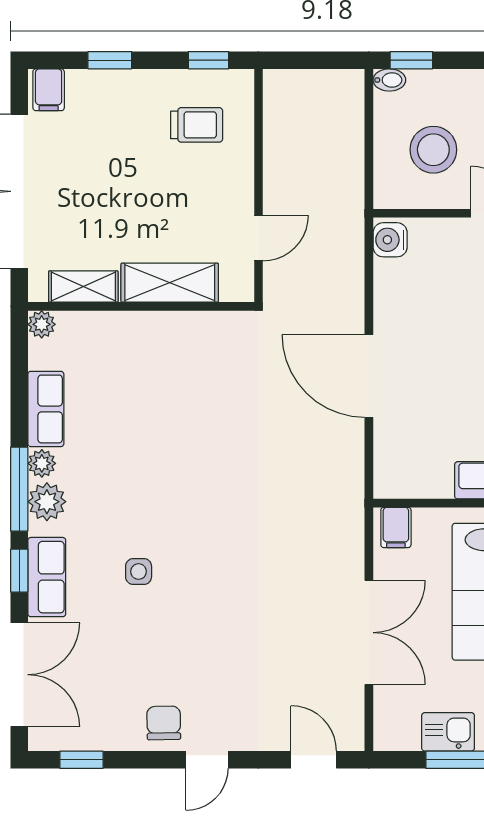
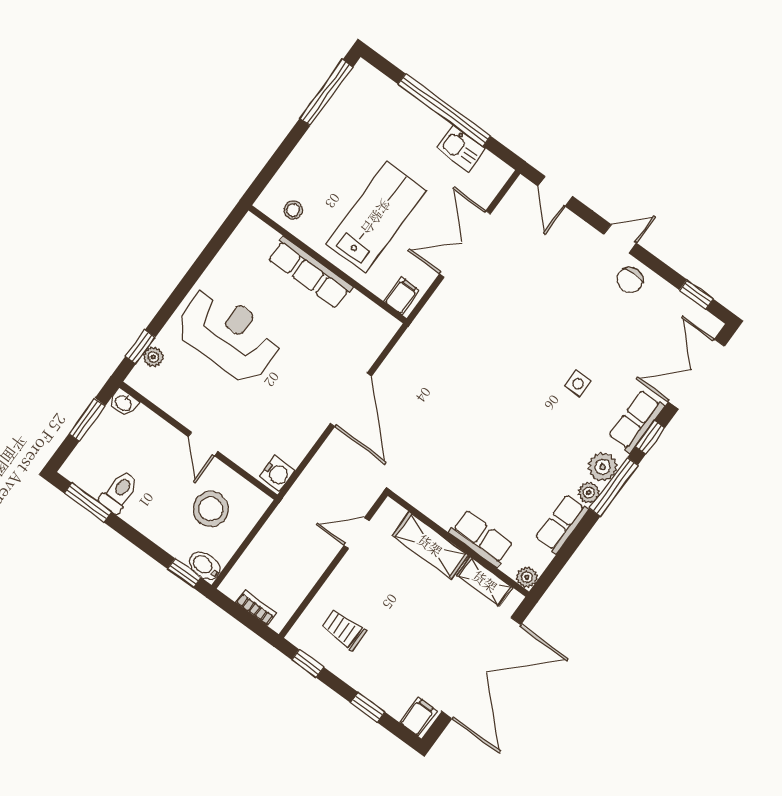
bookcase: (308, 79) -> (256, 608), added
bidet: (389, 80) -> (205, 566), width x1.38, depth x1.36
row of seats: (121, 330) -> (481, 539), added

